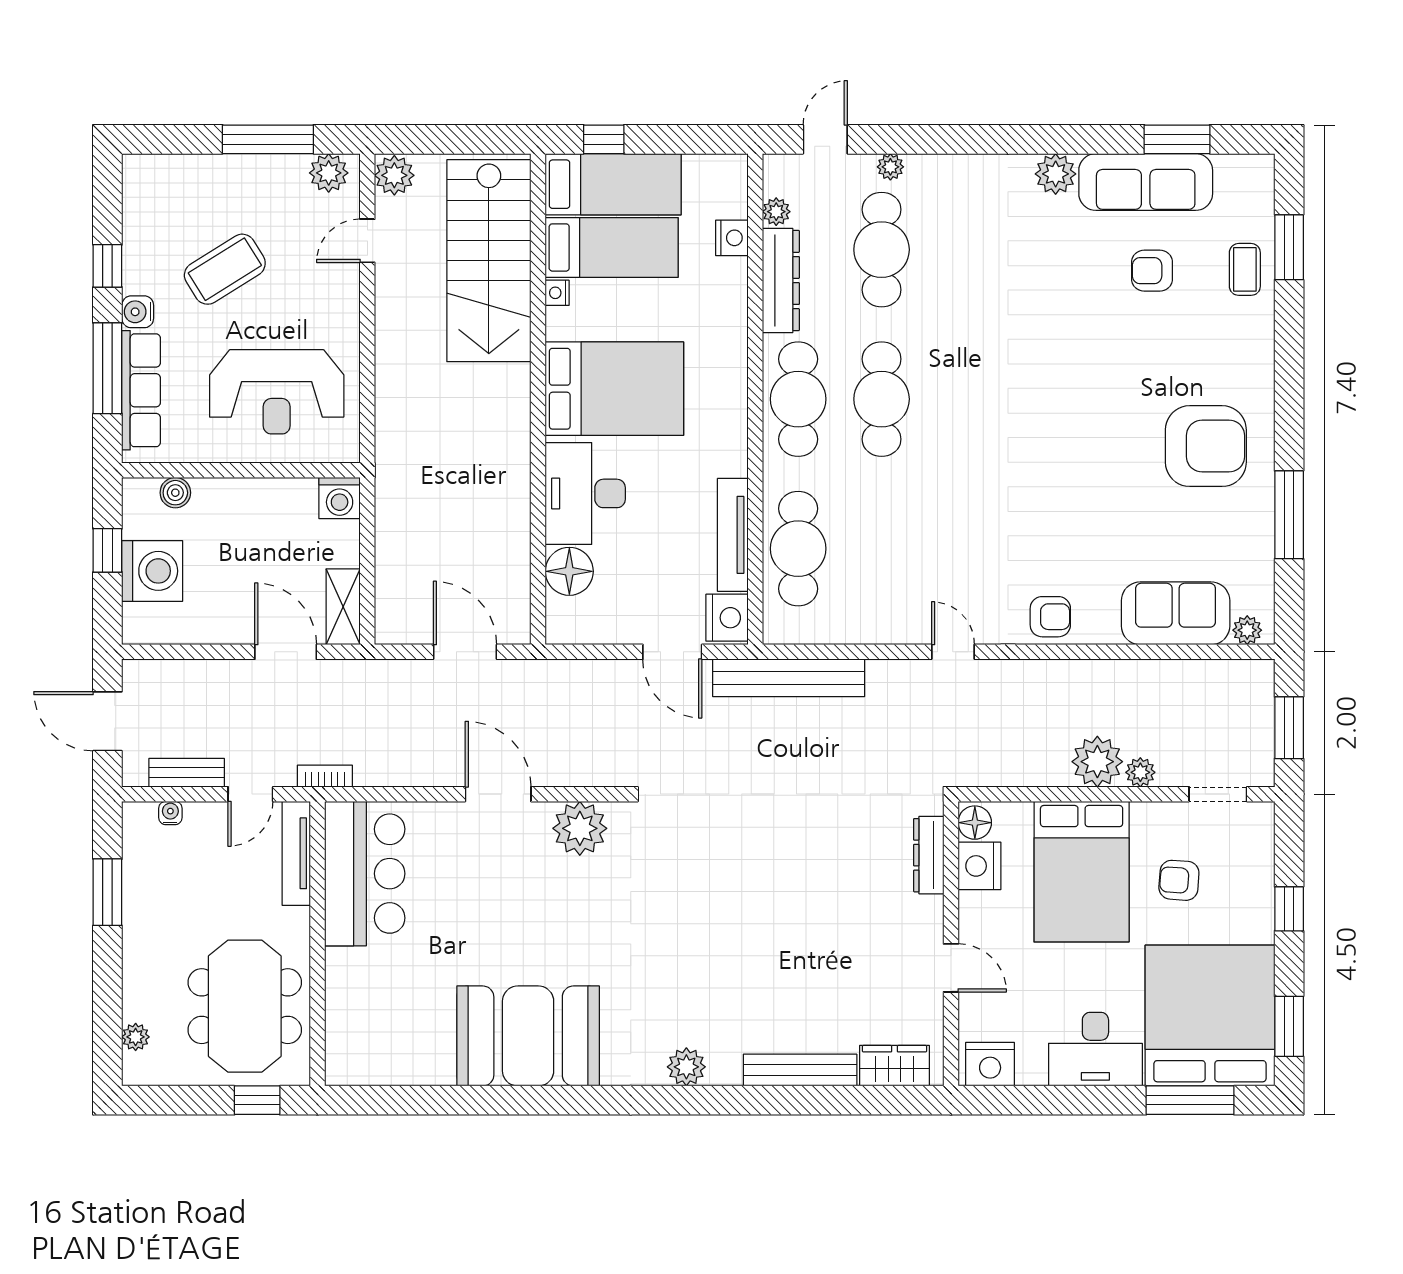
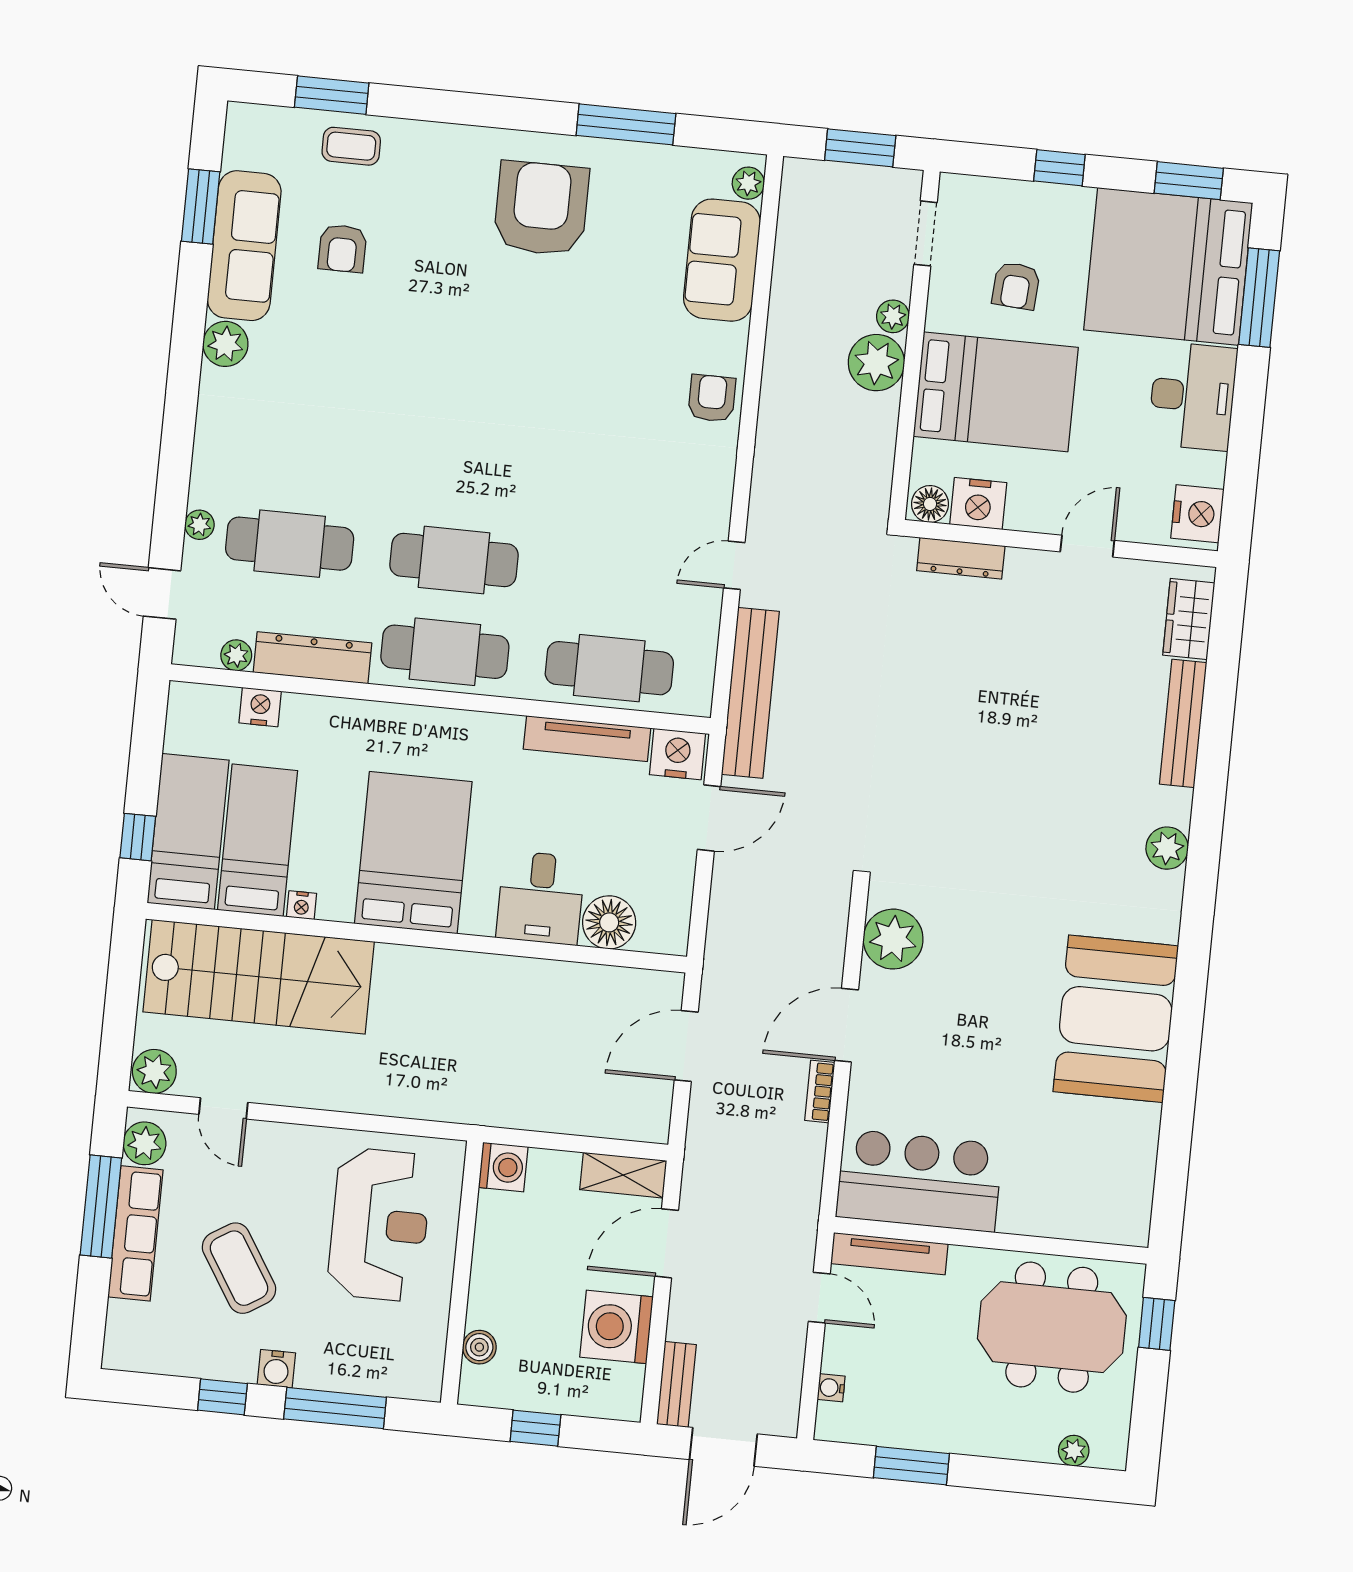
row of seats: (141, 390) -> (135, 1233), moved, turned 90
desk: (585, 493) -> (540, 898), width x0.73
washing machine: (152, 571) -> (616, 1327), moved, turned -90
door: (953, 652) -> (734, 565), moved
bench: (187, 773) -> (676, 1384), moved
bookcase: (325, 776) -> (820, 1091), moved

